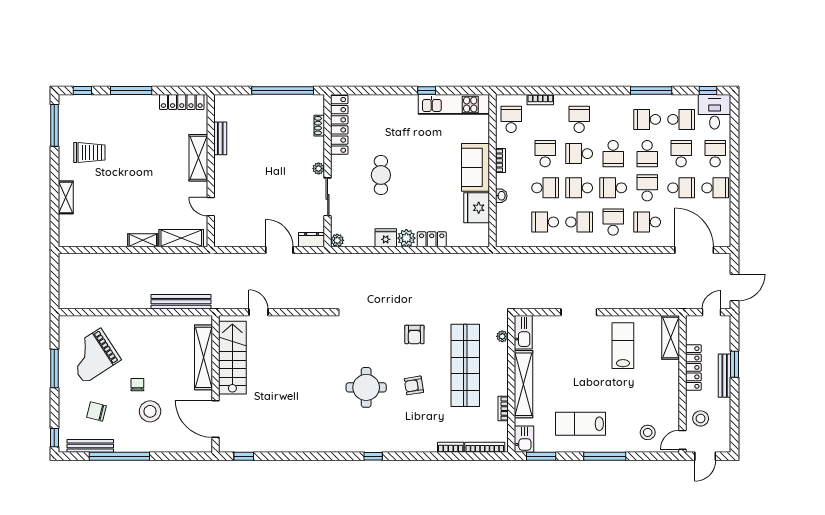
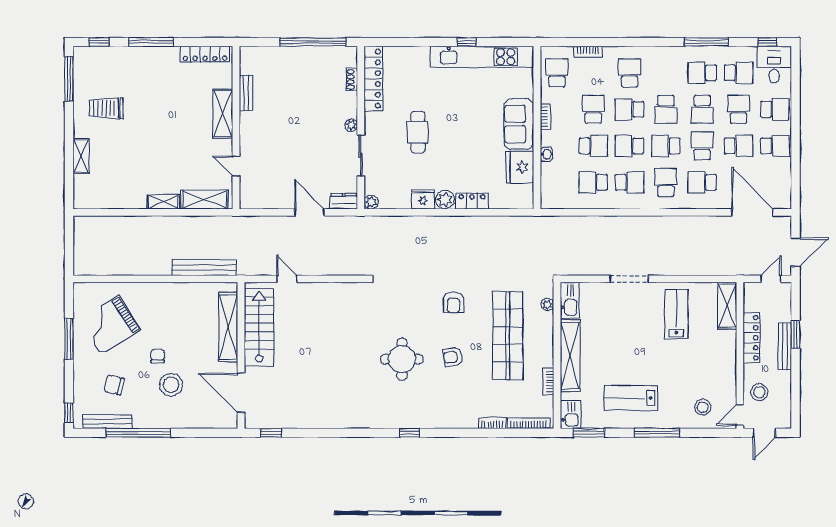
kitchen unit: (454, 104) -> (482, 57), width x1.36
trolley: (89, 153) -> (106, 108), turned 180
school desk: (715, 154) -> (775, 109), turned 90

